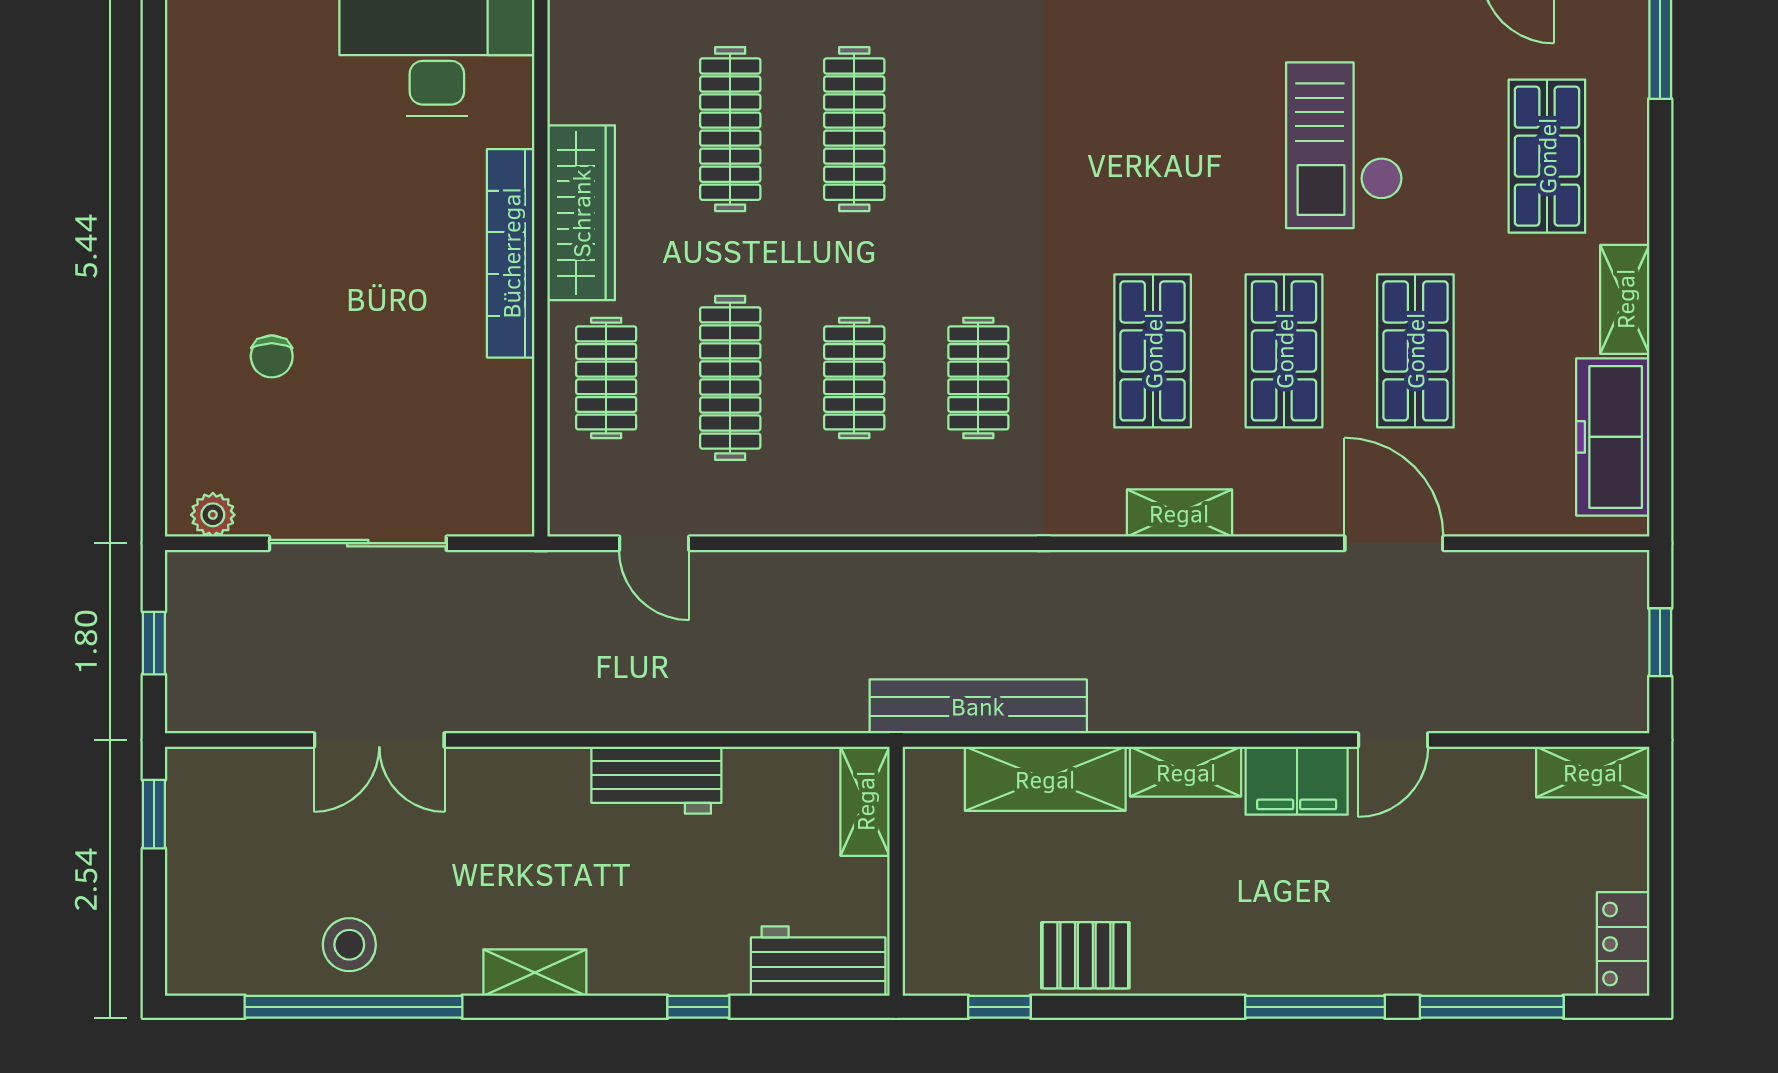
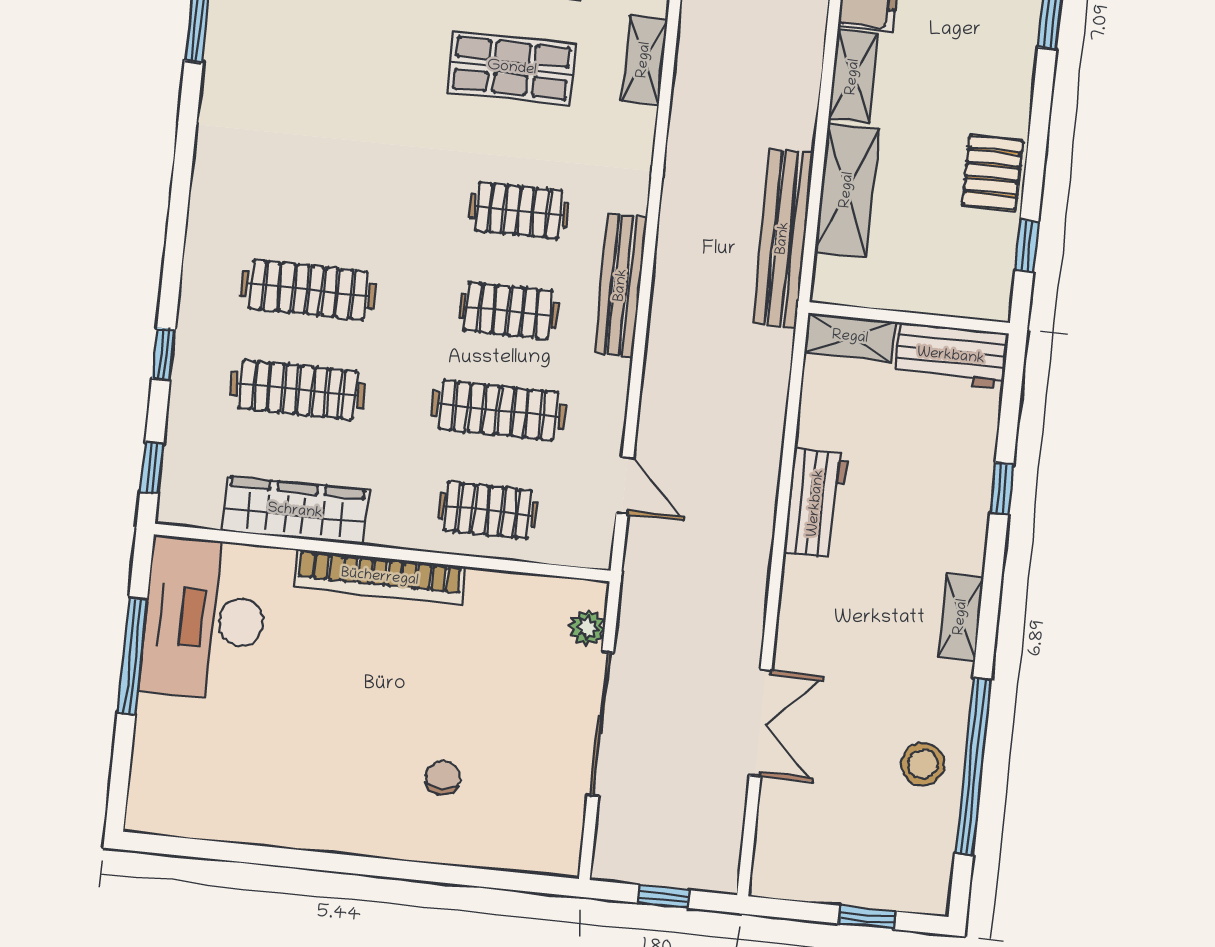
wardrobe: (581, 213) -> (295, 511), moved
chair: (272, 356) -> (443, 778), turned -90
bench: (899, 512) -> (621, 285), added
plant: (213, 515) -> (587, 628), moved
door: (654, 543) -> (625, 485), hinge flipped
window: (154, 814) -> (867, 918), moved
workbench: (818, 961) -> (951, 356), moved, turned -90

